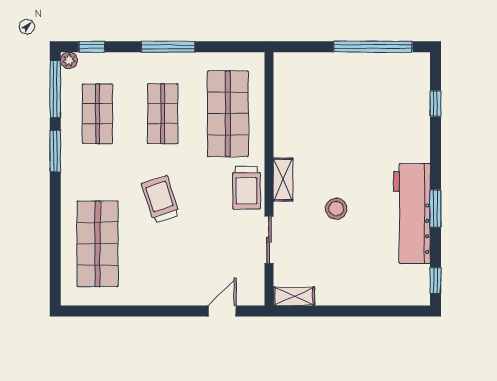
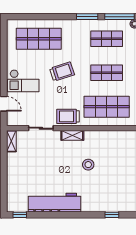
window: (435, 208) -> (57, 215), removed
stool: (336, 209) -> (88, 165), moved
checkout: (178, 274) -> (23, 81), added

